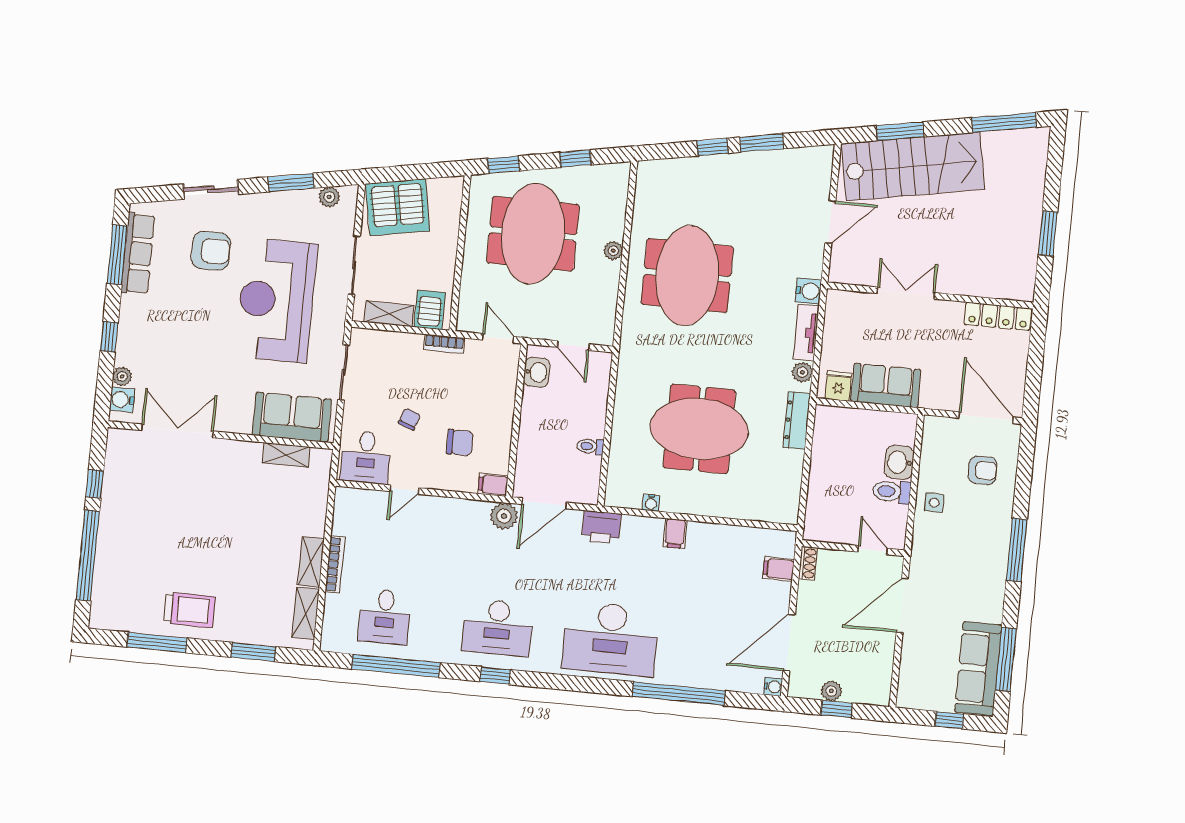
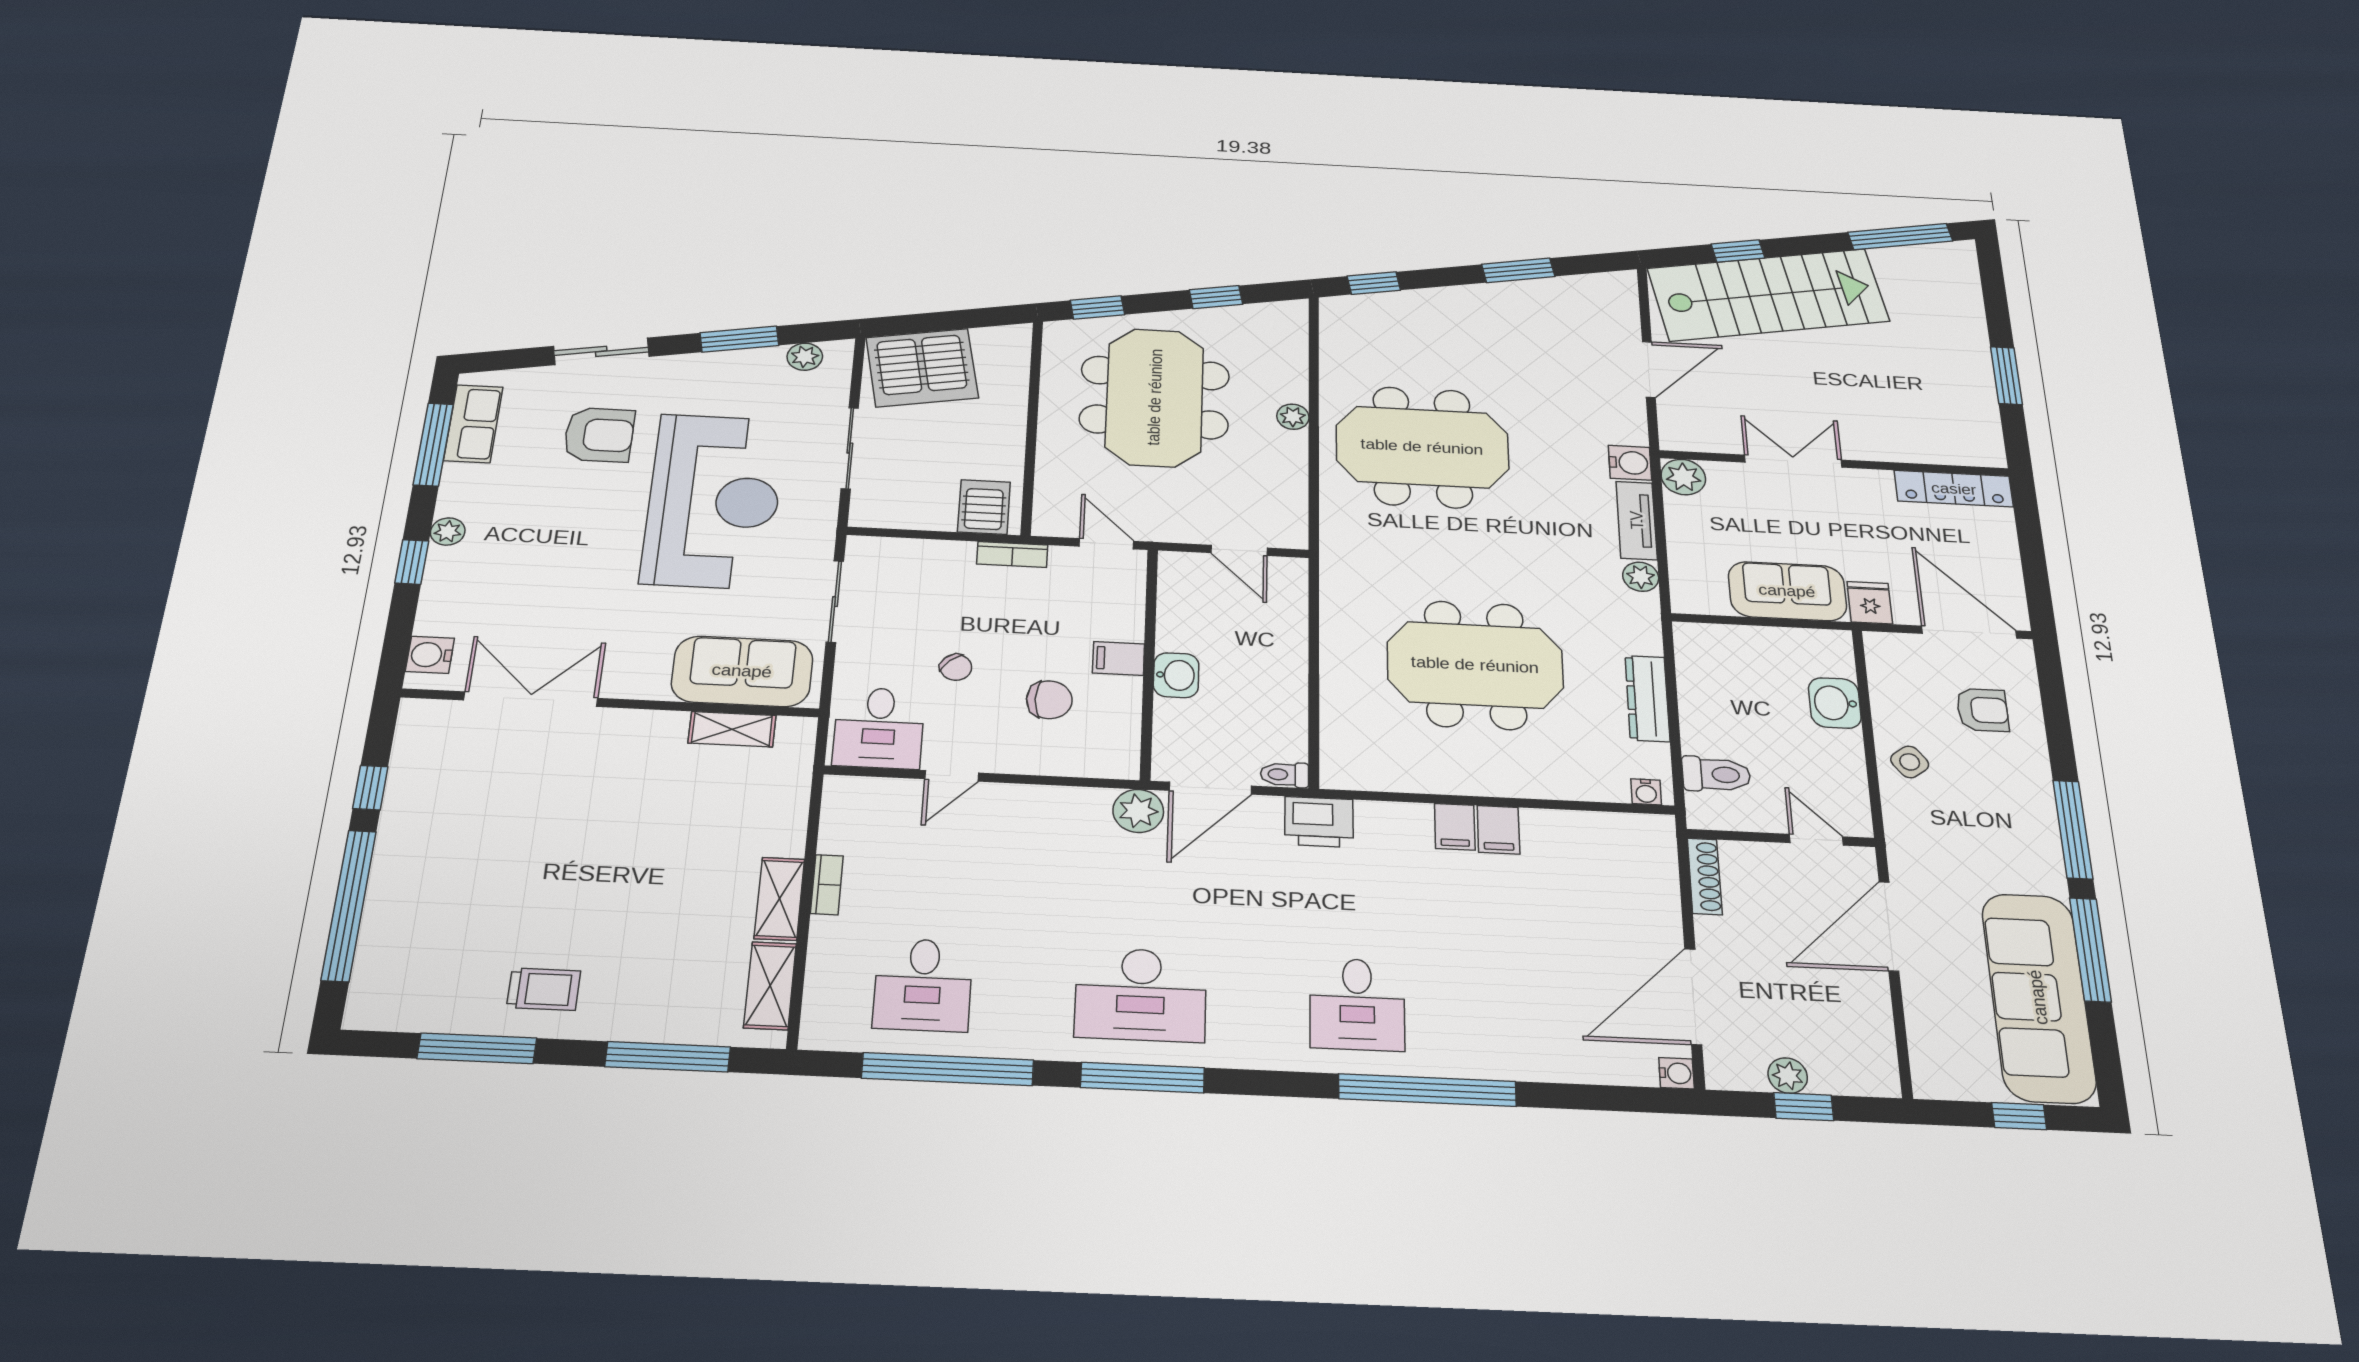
window: (900, 131) -> (1738, 251), width x0.67
window: (713, 147) -> (1374, 283), moved
row of seats: (138, 254) -> (473, 424), width x0.68
meeting table: (687, 275) -> (1422, 447), turned 90
reception desk: (276, 300) -> (714, 501), turned 180
plant: (838, 302) -> (1683, 477), added
shelving: (389, 314) -> (913, 514), removed
washbasin: (537, 372) -> (1176, 675), moved
plant: (122, 376) -> (448, 532), moved
fridge: (838, 386) -> (1870, 603), moved
chair: (409, 419) -> (956, 667), turned 117
dresser: (797, 420) -> (1647, 698), moved
toilet: (590, 446) -> (1285, 775), moved
filing cabinet: (493, 485) -> (1118, 658), moved
toilet: (892, 492) -> (1716, 774), moved, turned 180
water cooler: (651, 503) -> (1646, 792), moved
side table: (934, 503) -> (1910, 762), turned -37
shoe rack: (808, 563) -> (1705, 876), width x1.43
bookcase: (335, 564) -> (827, 885), width x0.64
filing cabinet: (778, 569) -> (1498, 830), moved, turned -90
trolley: (190, 610) -> (544, 989), width x0.73, depth x0.72
desk: (611, 639) -> (1357, 1004), width x0.53, depth x0.77
window: (253, 652) -> (668, 1057), width x1.44
window: (1006, 660) -> (2090, 950), moved
sofa: (978, 669) -> (2038, 997), width x1.36, depth x1.27
window: (495, 676) -> (1143, 1078), width x2.17
window: (679, 694) -> (1427, 1090), moved

